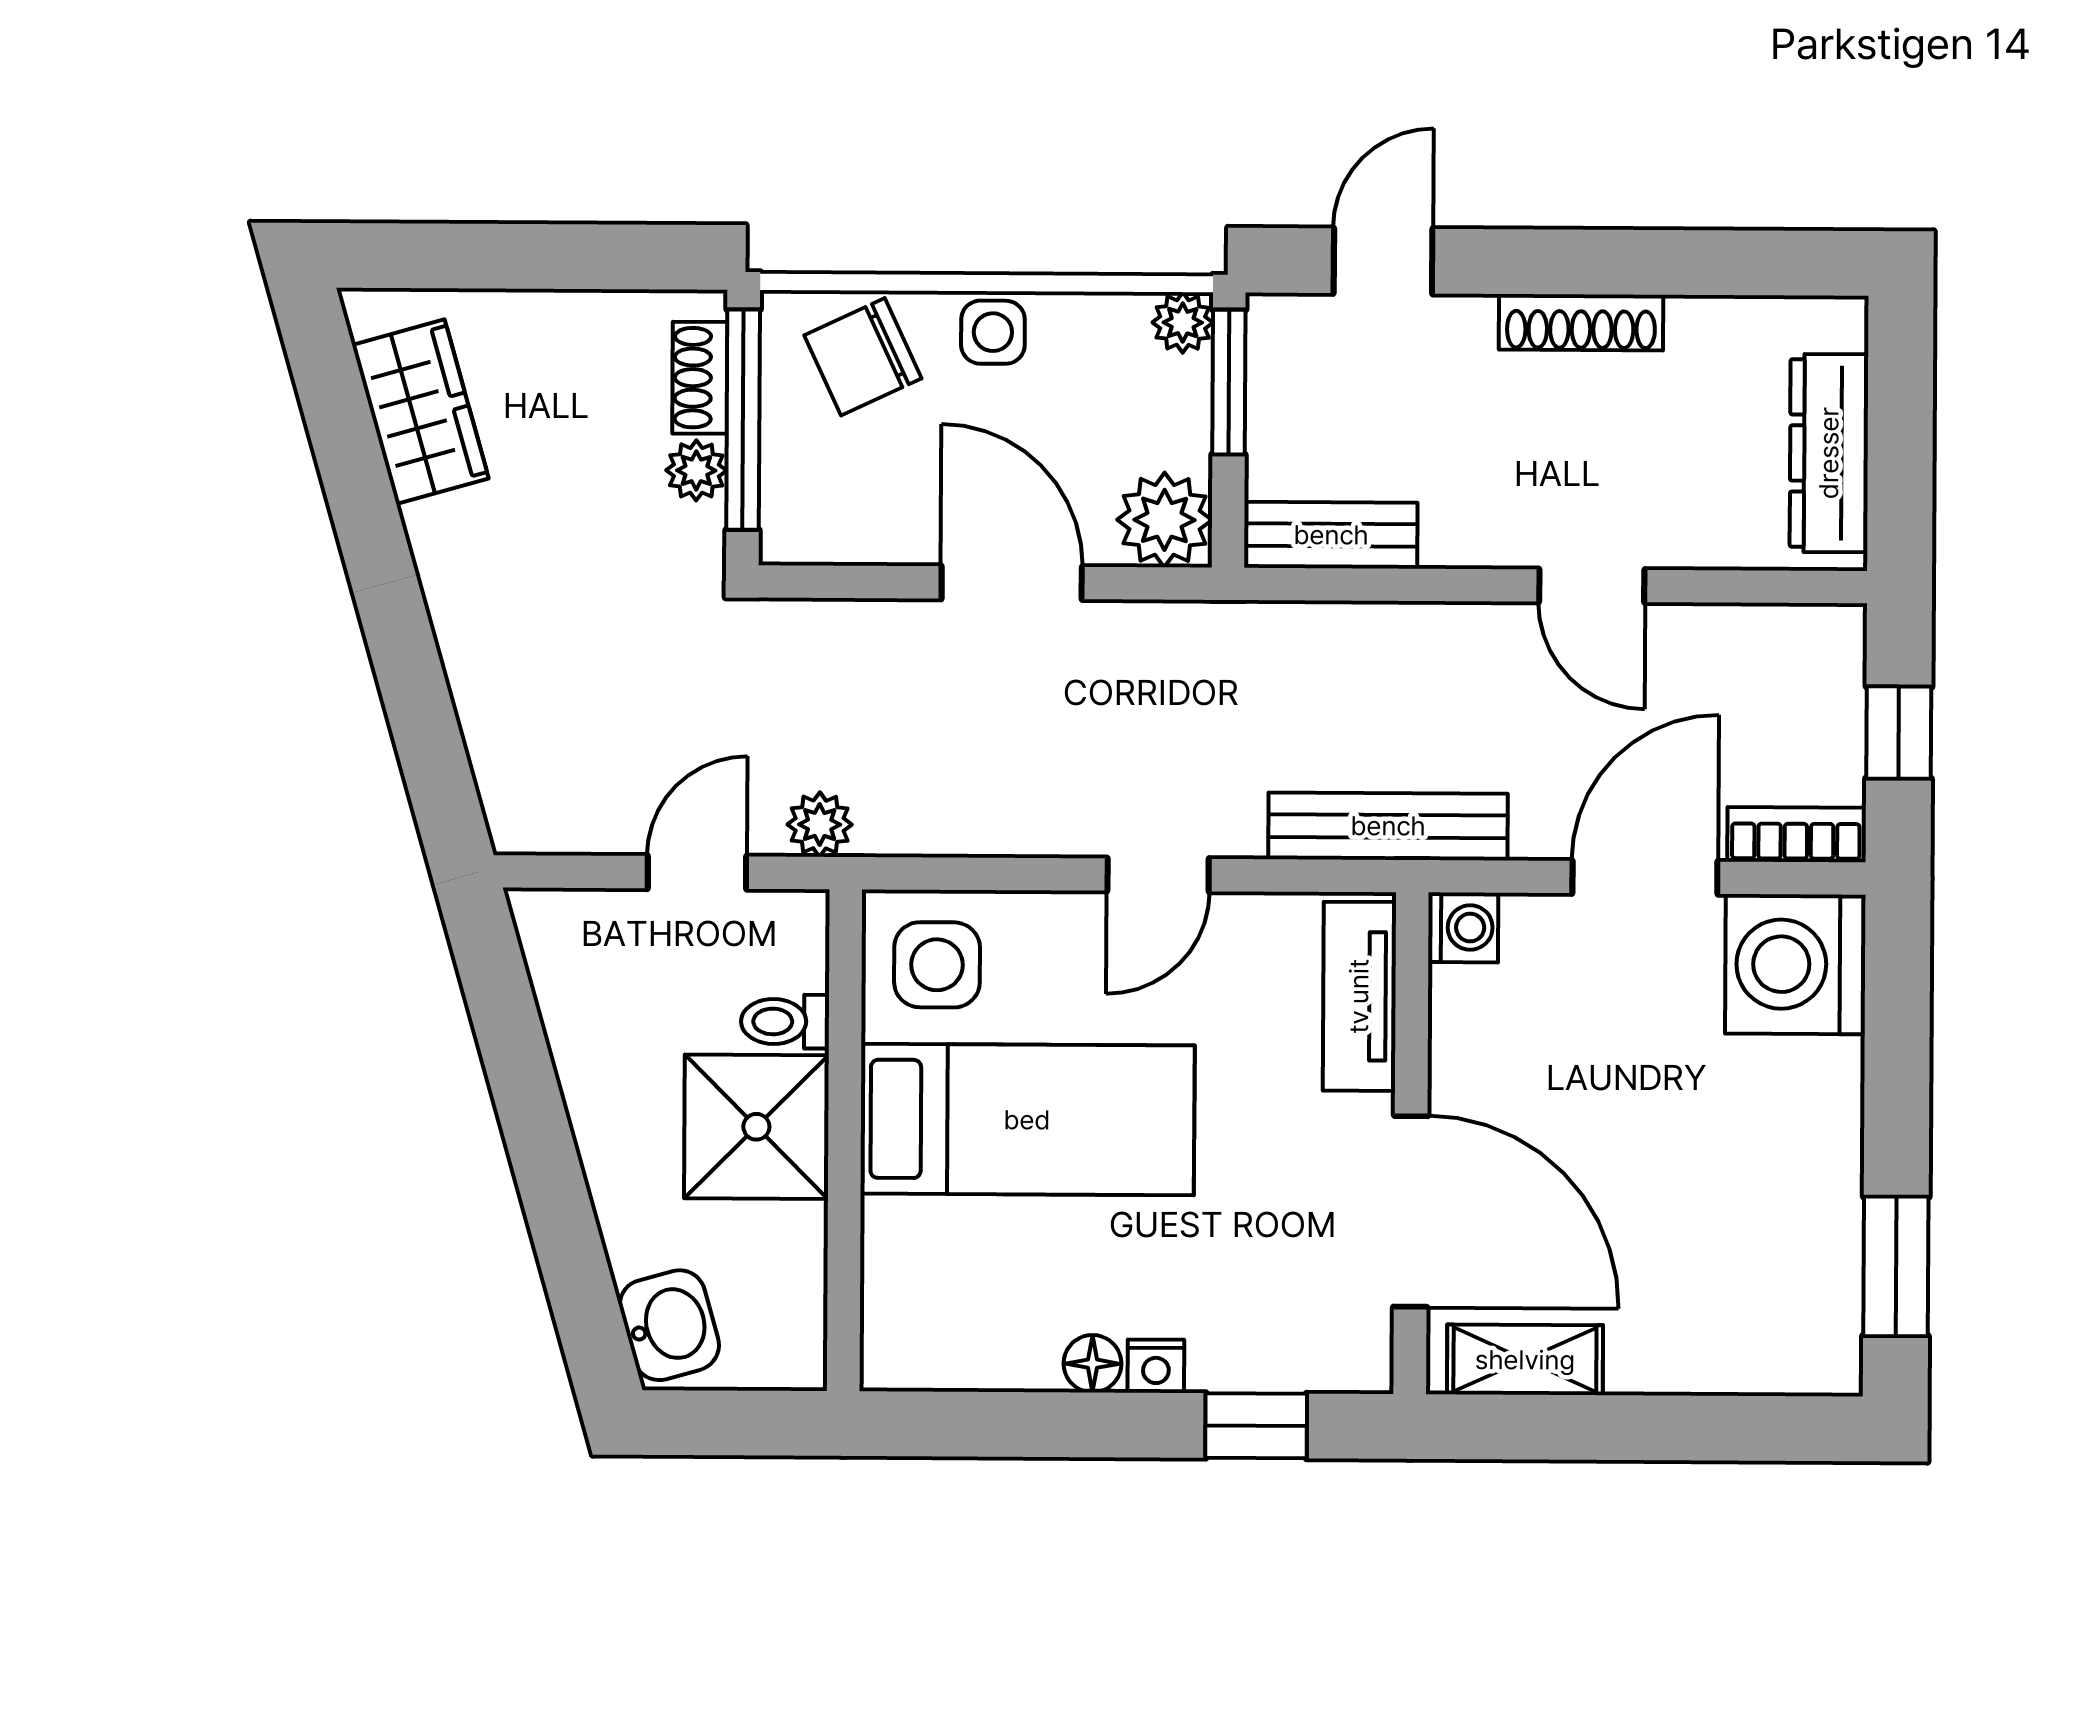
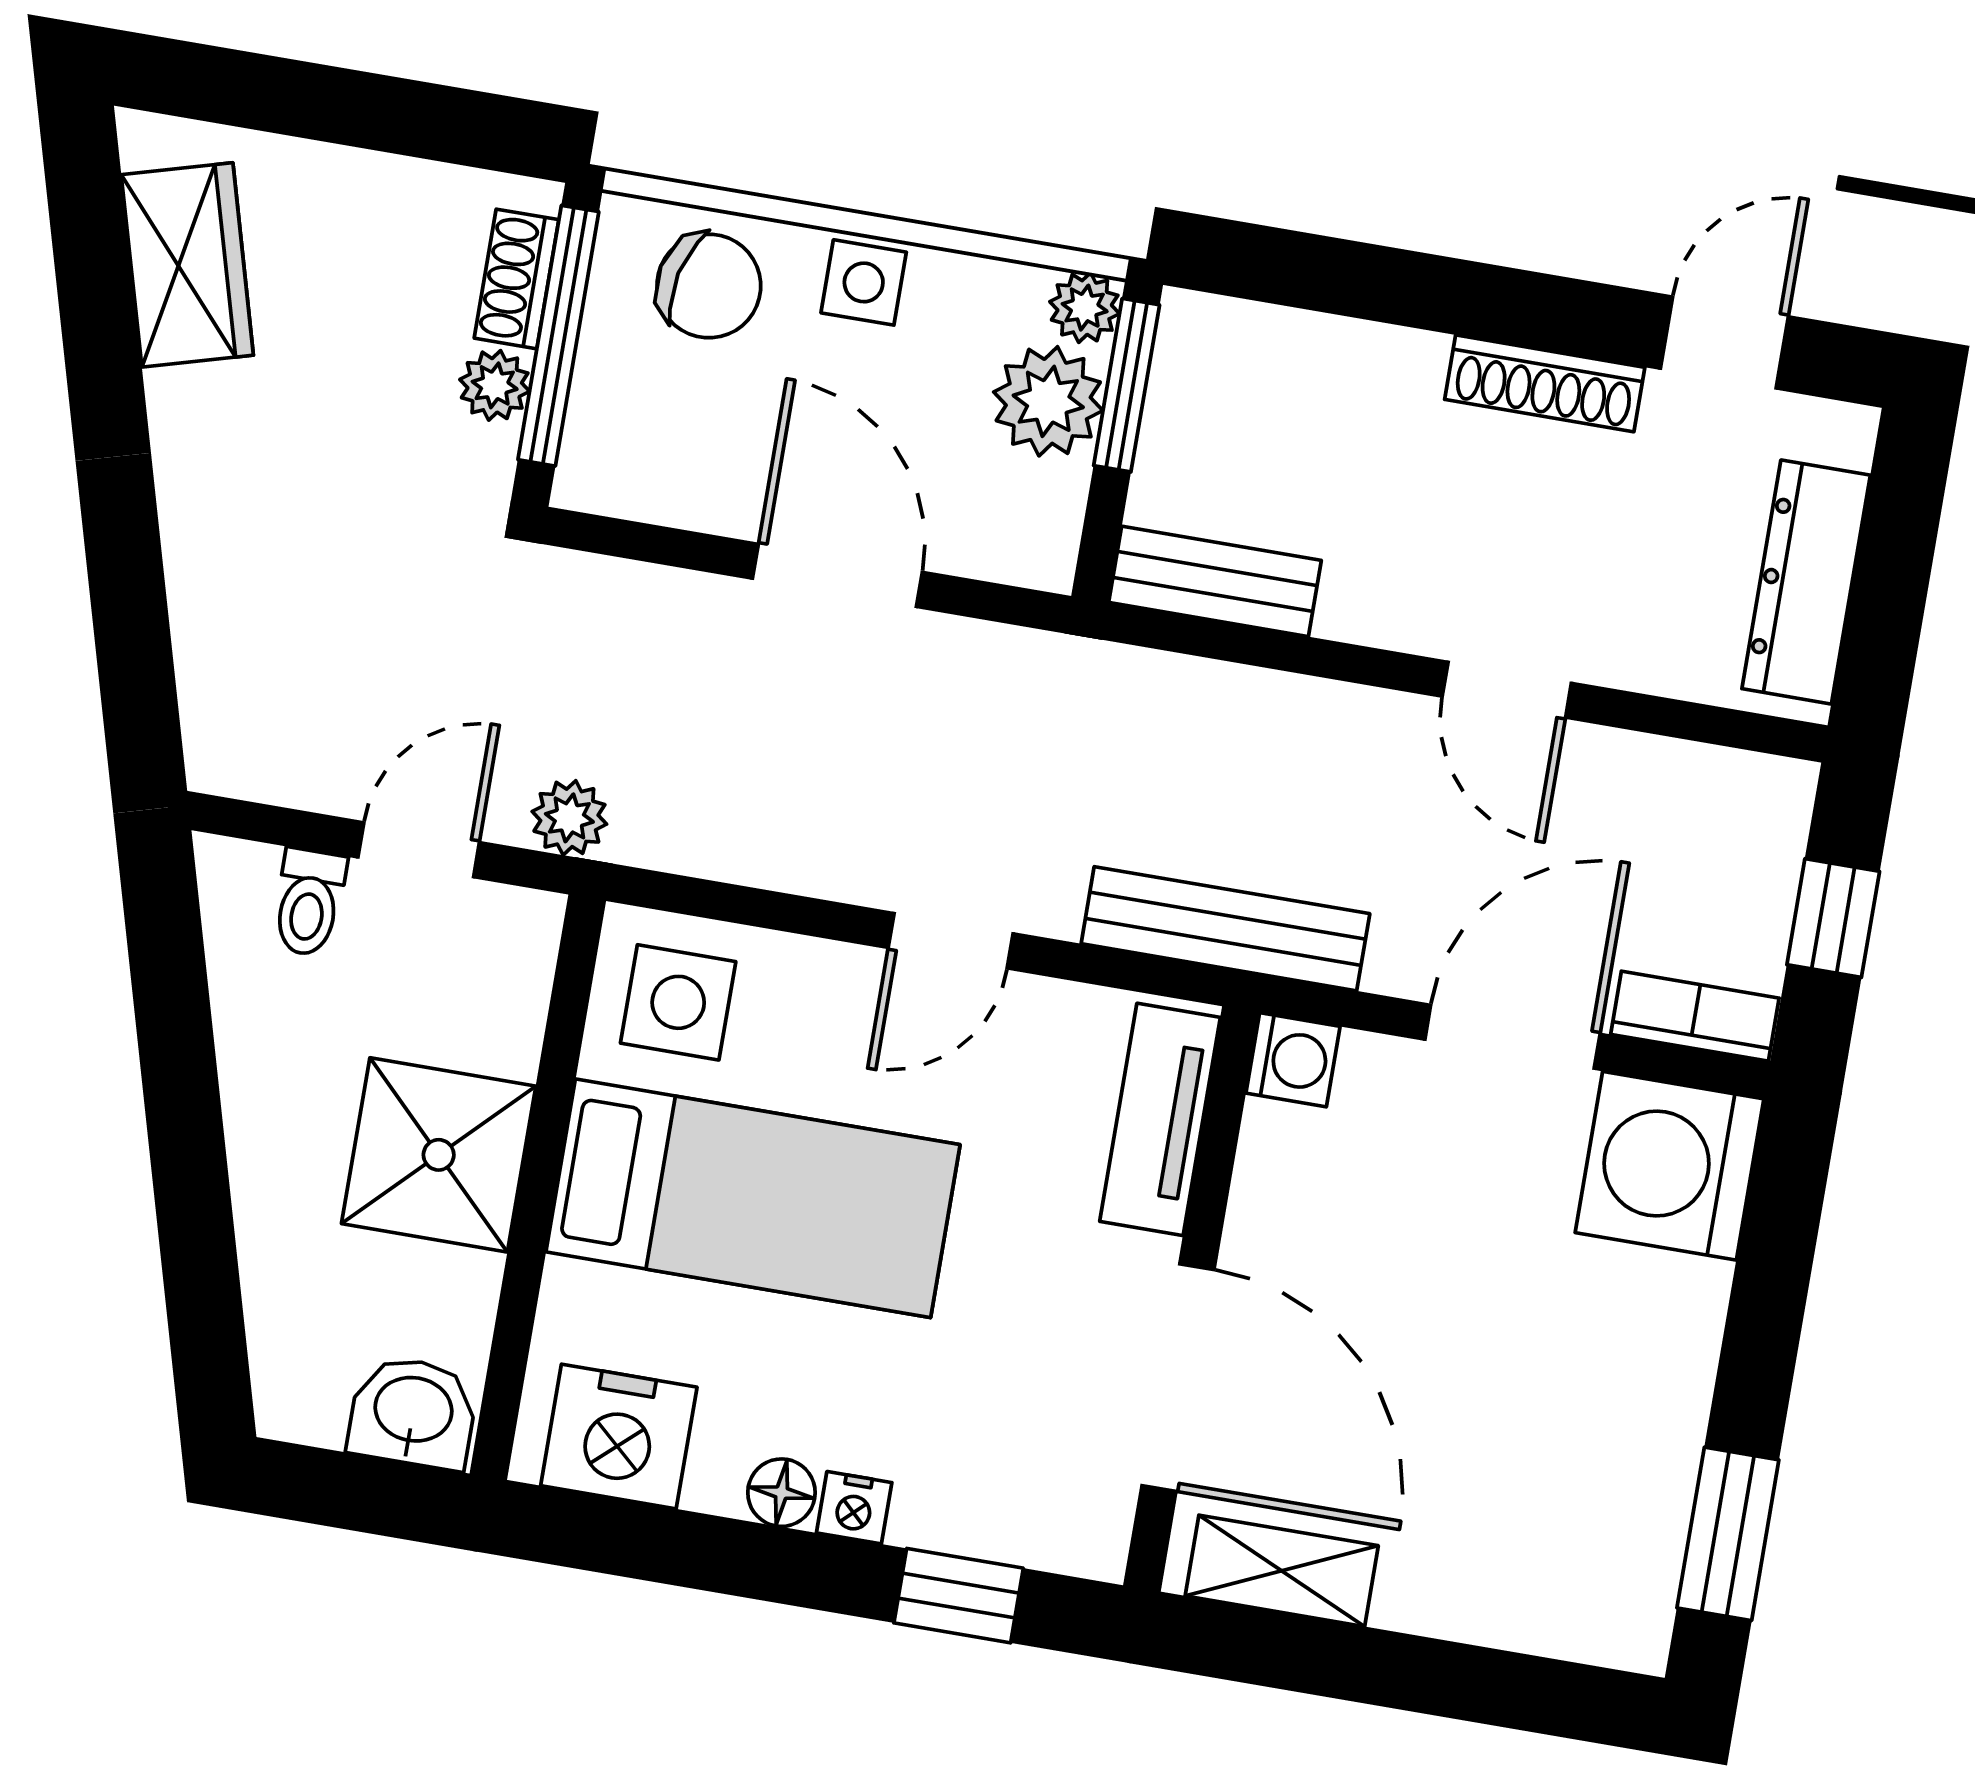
door: (1383, 261) -> (1724, 342), moved
chair: (863, 357) -> (709, 286), turned -142
plant: (1164, 520) -> (1048, 401), moved
toilet: (785, 1022) -> (309, 902), moved, turned -90
washbasin: (669, 1325) -> (413, 1412), moved, turned -74
nightstand: (948, 1339) -> (619, 1436), added

